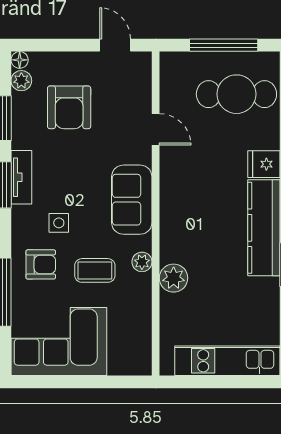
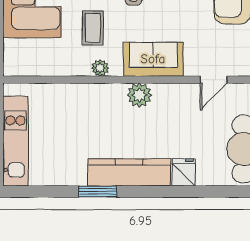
plant: (174, 278) -> (139, 95), moved

